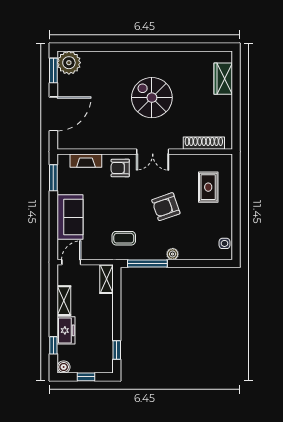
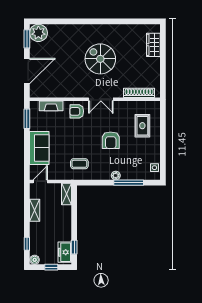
armchair: (166, 207) -> (111, 140), turned -71
window: (147, 264) -> (129, 183), moved
freezer: (66, 330) -> (65, 252), moved, turned 180

